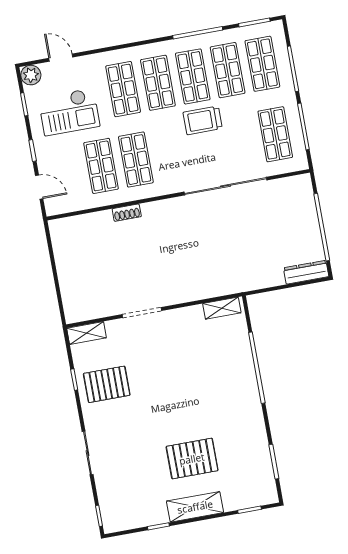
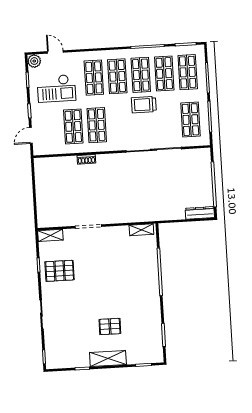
door: (39, 187) -> (31, 135), swing flipped
pallet: (192, 459) -> (110, 326), width x0.67, depth x0.71

